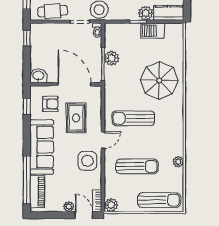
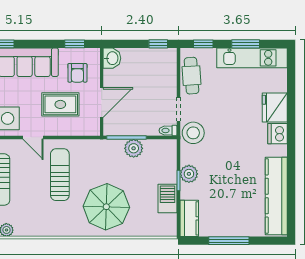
plant: (146, 13) -> (189, 174), moved
door: (75, 84) -> (102, 103), width x0.73

